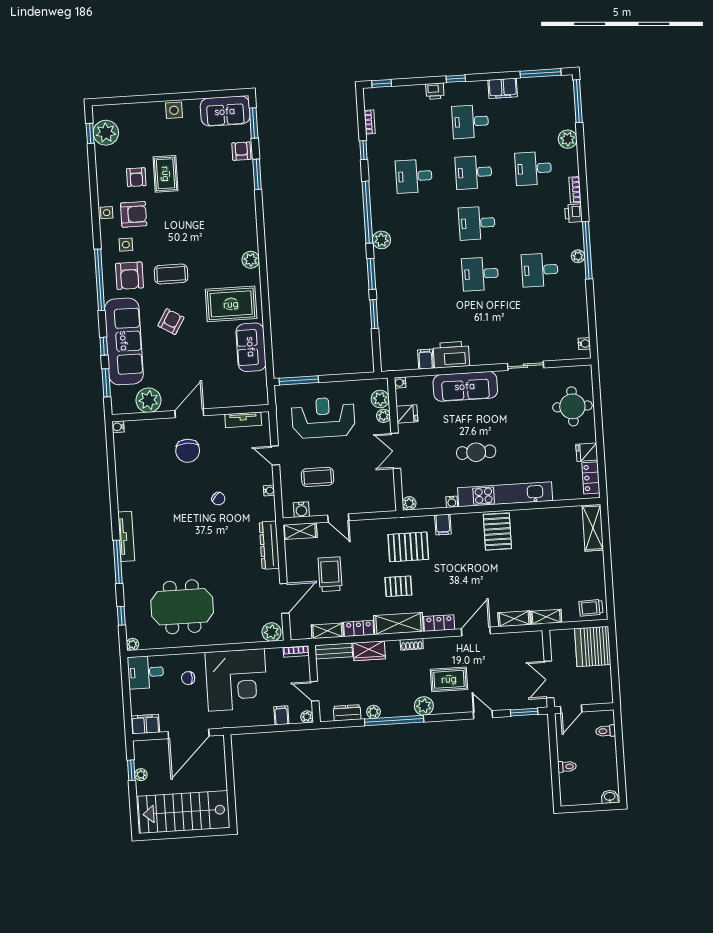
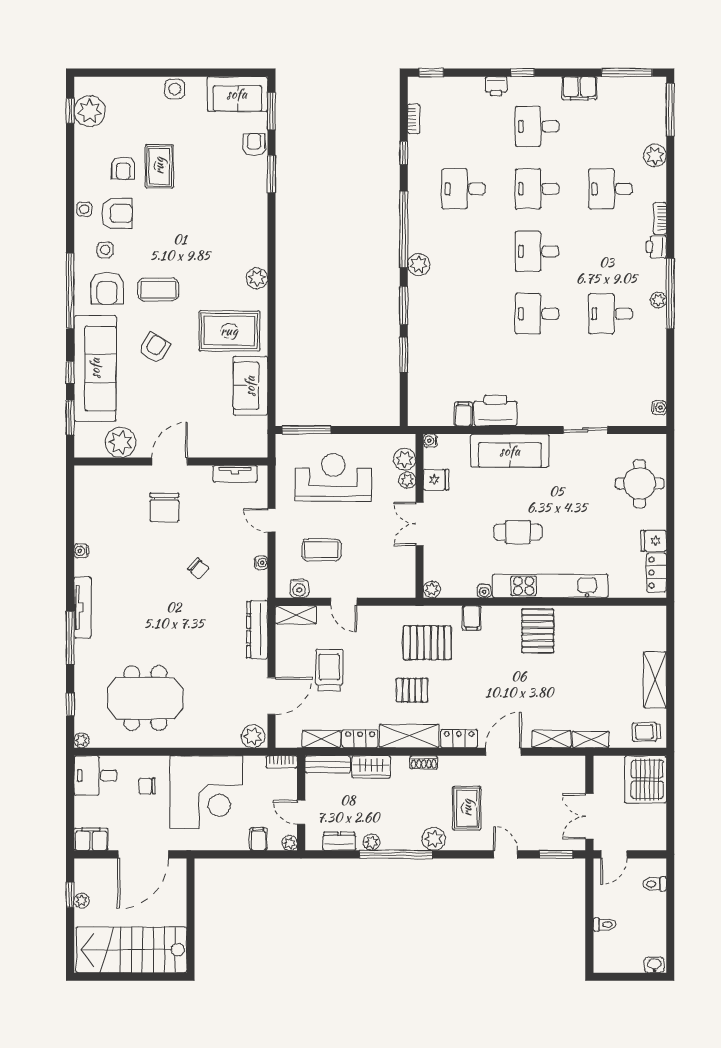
water cooler: (118, 427) -> (81, 551), moved
shelving: (593, 528) -> (655, 680), moved
rug: (449, 679) -> (467, 808), turned 90

